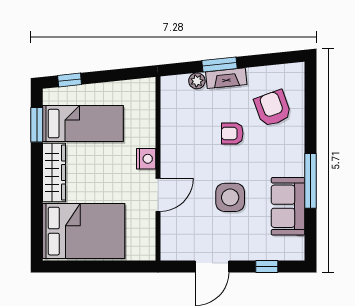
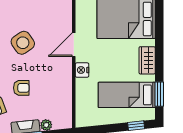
wardrobe: (54, 173) -> (147, 60), width x0.67
side table: (230, 197) -> (23, 43), turned -34

